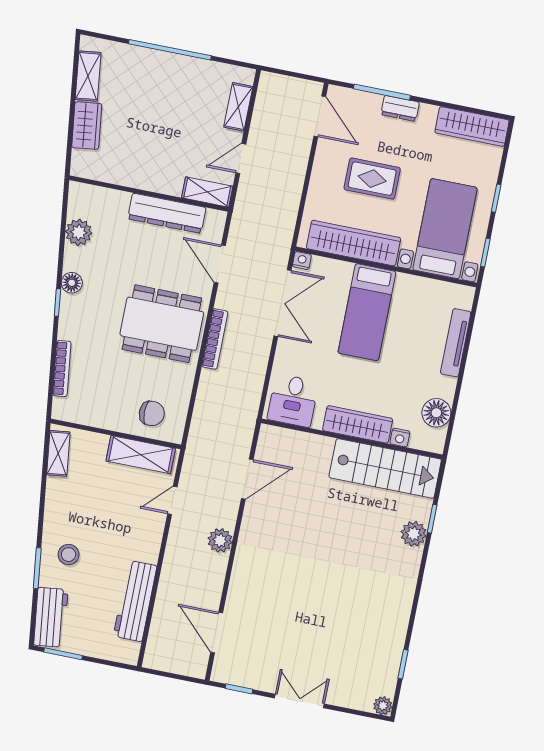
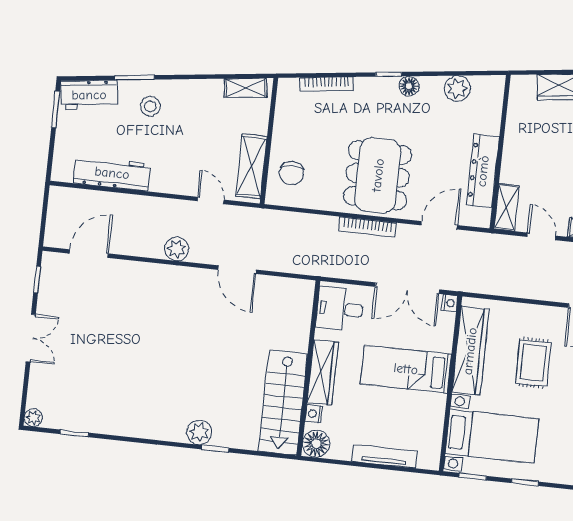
desk: (293, 400) -> (340, 309), moved
wardrobe: (358, 424) -> (323, 372), moved
nightstand: (400, 438) -> (314, 414), moved
wall: (352, 439) -> (308, 368), moved
stairs: (385, 468) -> (283, 402), moved

